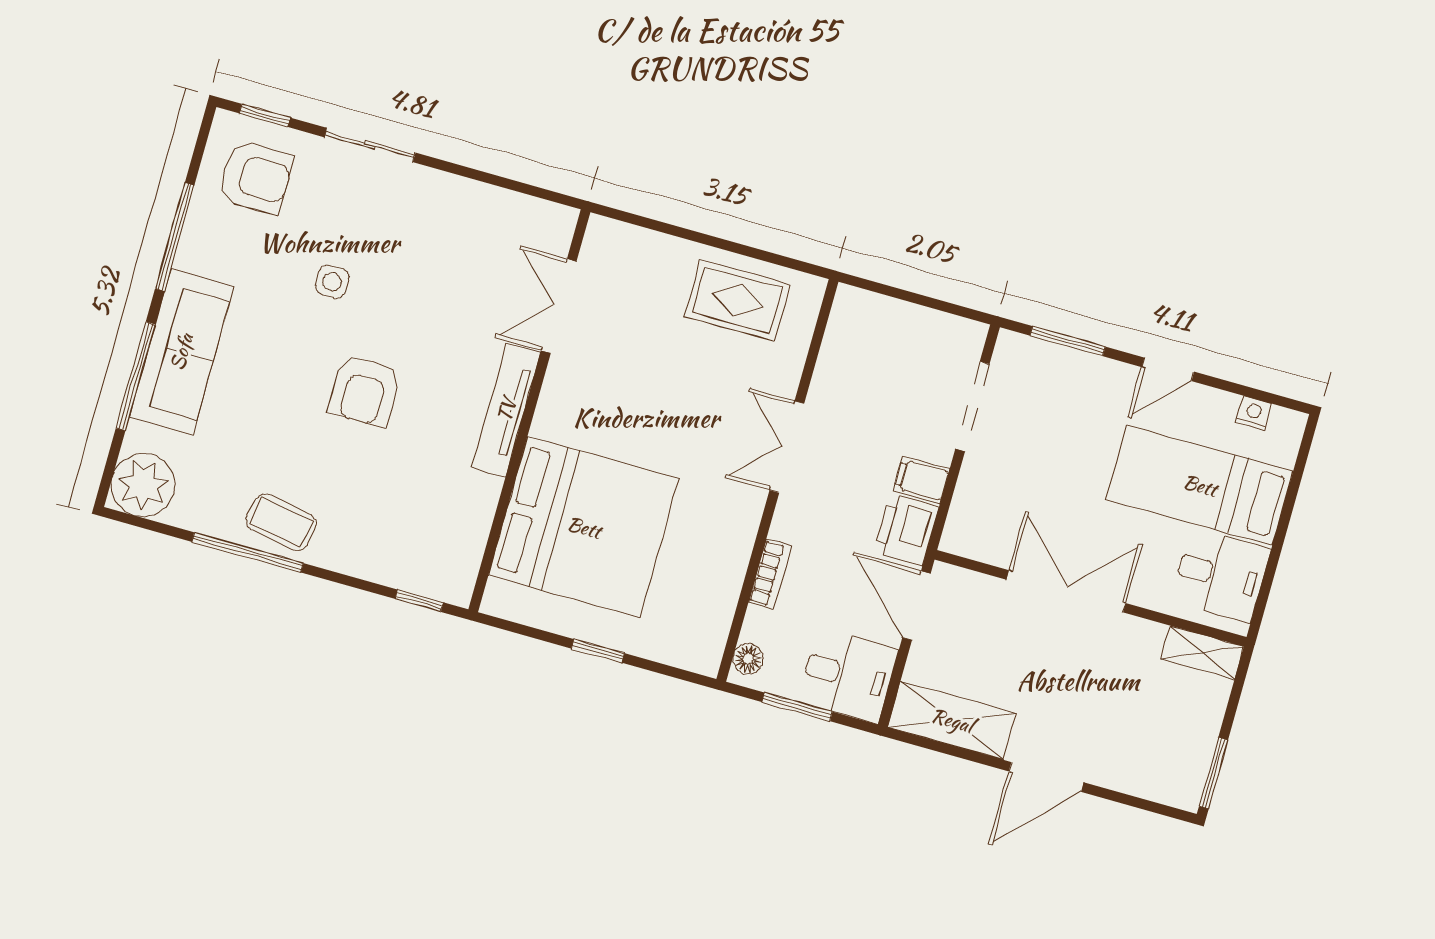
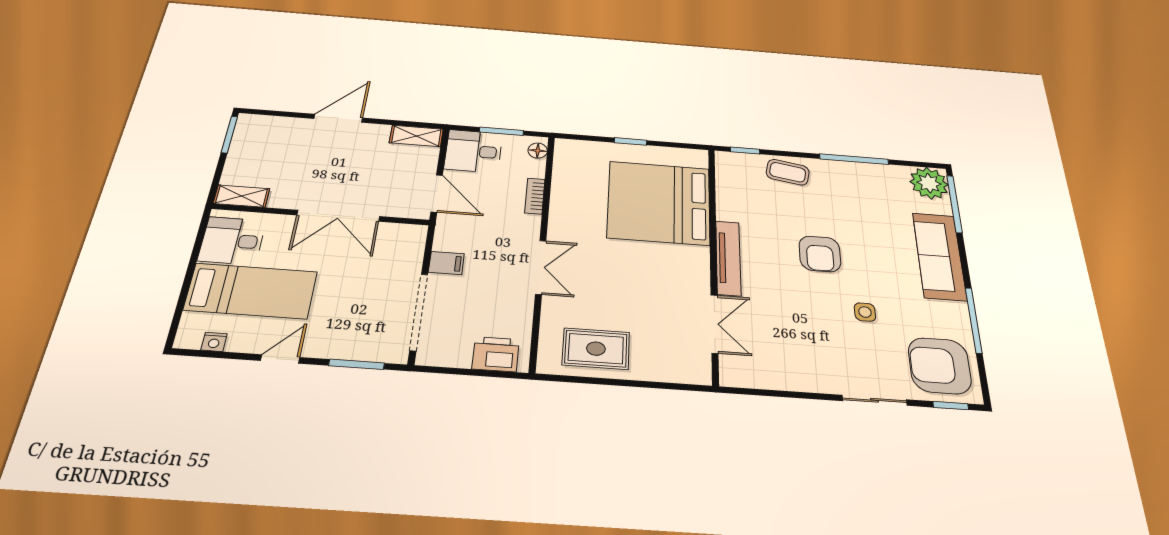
armchair: (256, 177) -> (940, 366), width x1.36, depth x1.36
window: (136, 376) -> (955, 204), moved
armchair: (365, 391) -> (820, 254), turned 180
doorway: (972, 406) -> (419, 312), width x1.36
coffee table: (281, 522) -> (788, 172), moved
printer: (906, 530) -> (496, 354), moved, turned -90
shelving: (952, 720) -> (416, 136), width x0.67, depth x0.75

